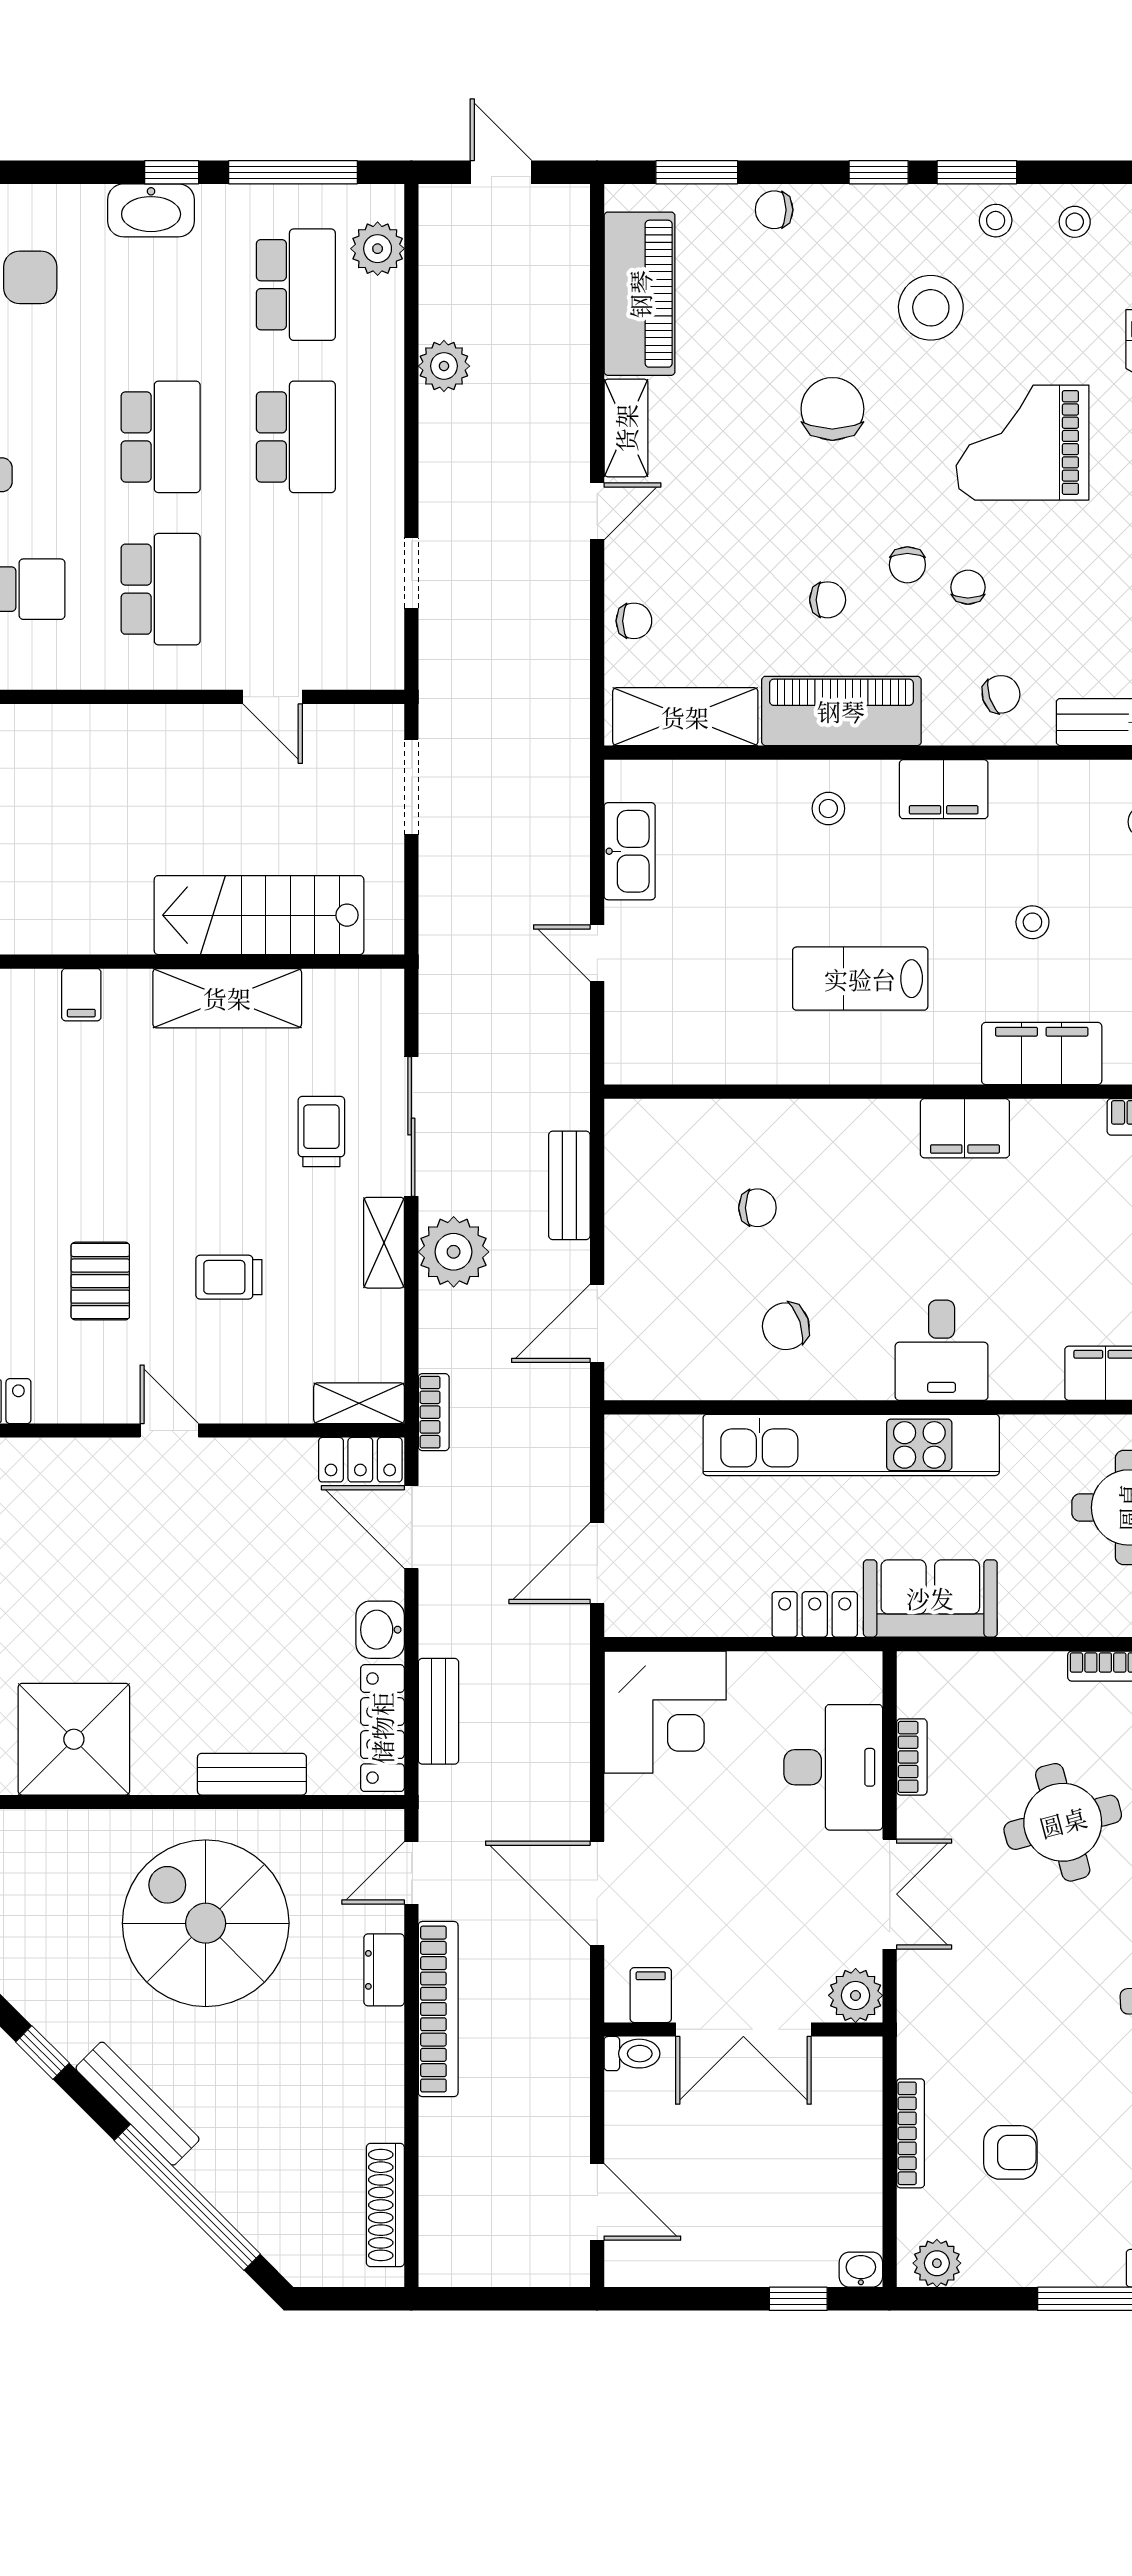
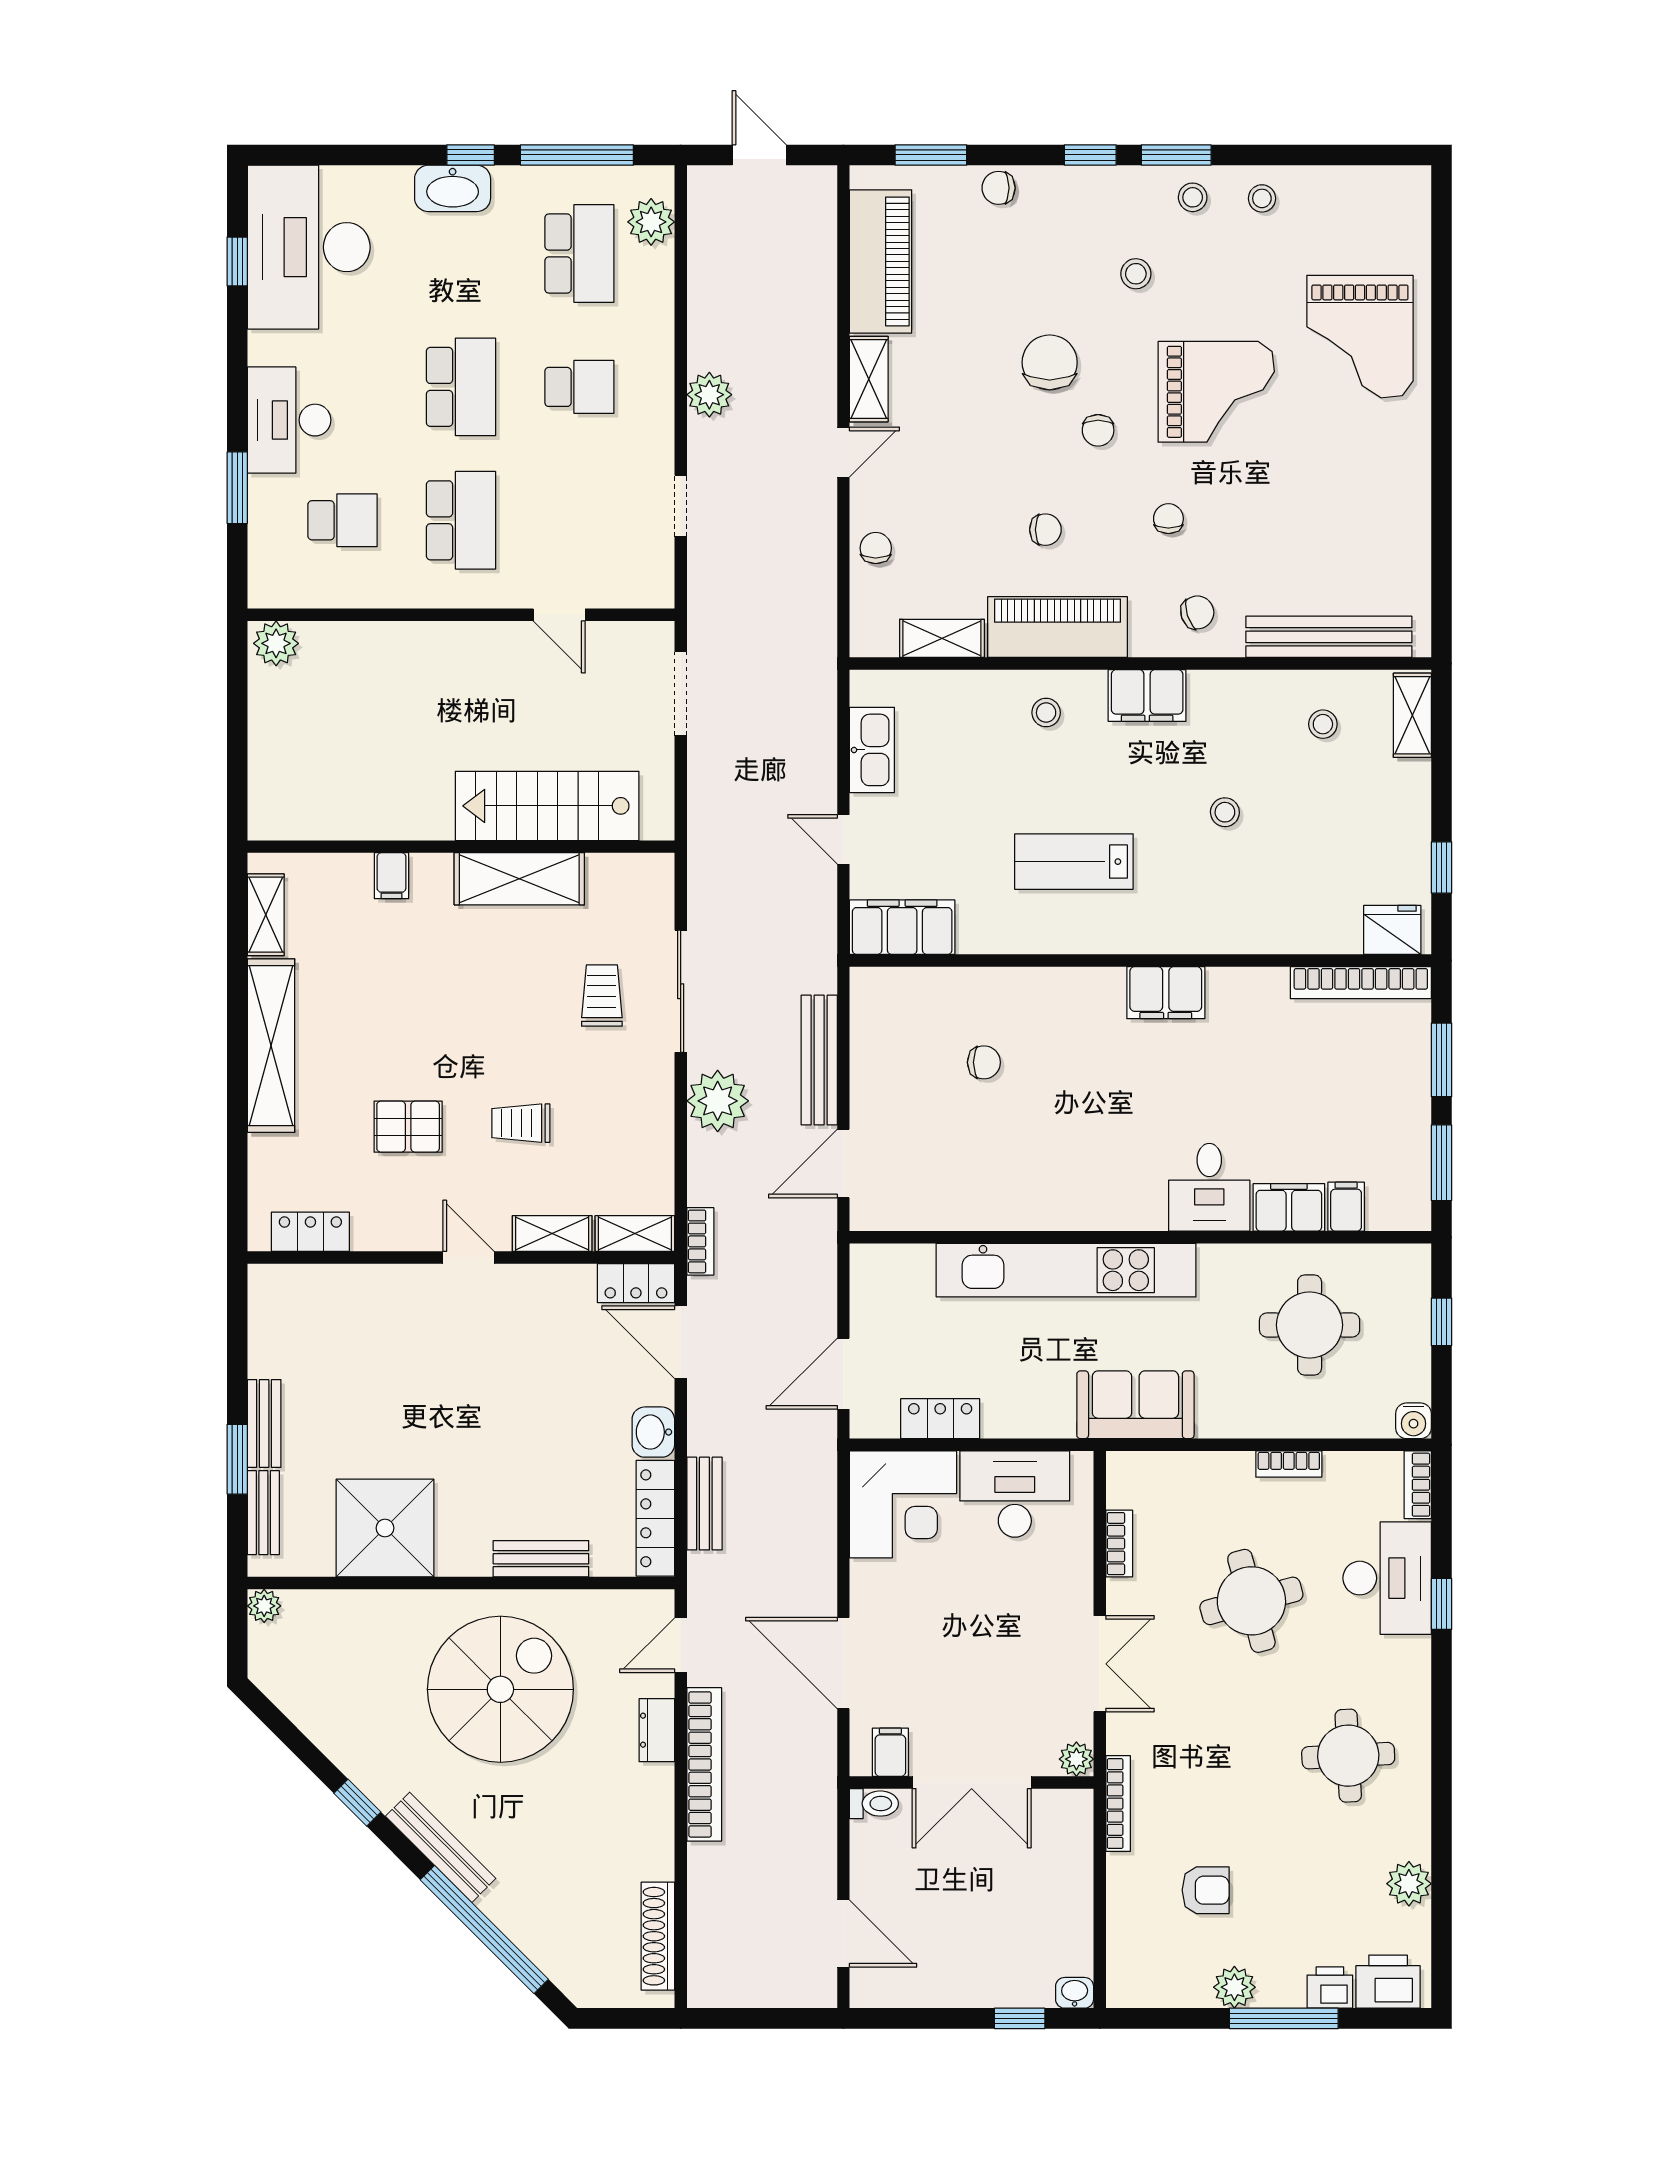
stool: (931, 308) -> (1136, 274), width x0.53, depth x0.53
plant: (444, 366) -> (709, 395), moved
school desk: (296, 437) -> (579, 387), width x0.54
grand piano: (1023, 443) -> (1216, 392), turned 180
chair: (907, 565) -> (1098, 430), moved
chair: (634, 621) -> (876, 548), turned -90
shelving: (685, 717) -> (942, 638), width x0.67, depth x0.75
filing cabinet: (1042, 1053) -> (902, 927), moved
bench: (569, 1185) -> (819, 1060), width x1.36
shelving: (384, 1243) -> (552, 1234), moved, turned 90
pallet: (100, 1281) -> (408, 1127), turned 90
chair: (786, 1326) -> (1009, 1166), removed
desk: (942, 1350) -> (1209, 1187), moved
locker: (815, 1614) -> (940, 1419), moved
desk: (833, 1767) -> (1015, 1494), moved, turned -90
spiral stairs: (206, 1923) -> (500, 1689), turned 90
plant: (856, 1995) -> (1076, 1759), width x0.73, depth x0.73
bookcase: (911, 2133) -> (1118, 1804), moved
plant: (937, 2263) -> (1234, 1987), moved

